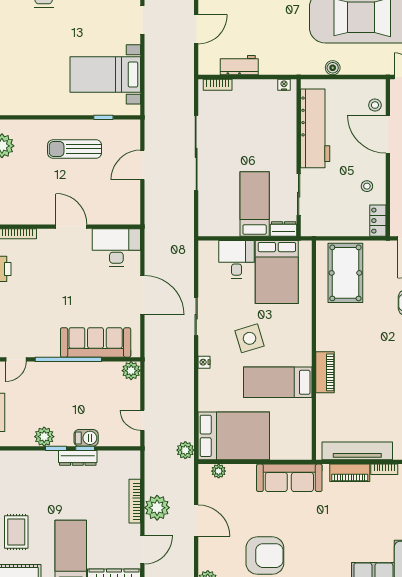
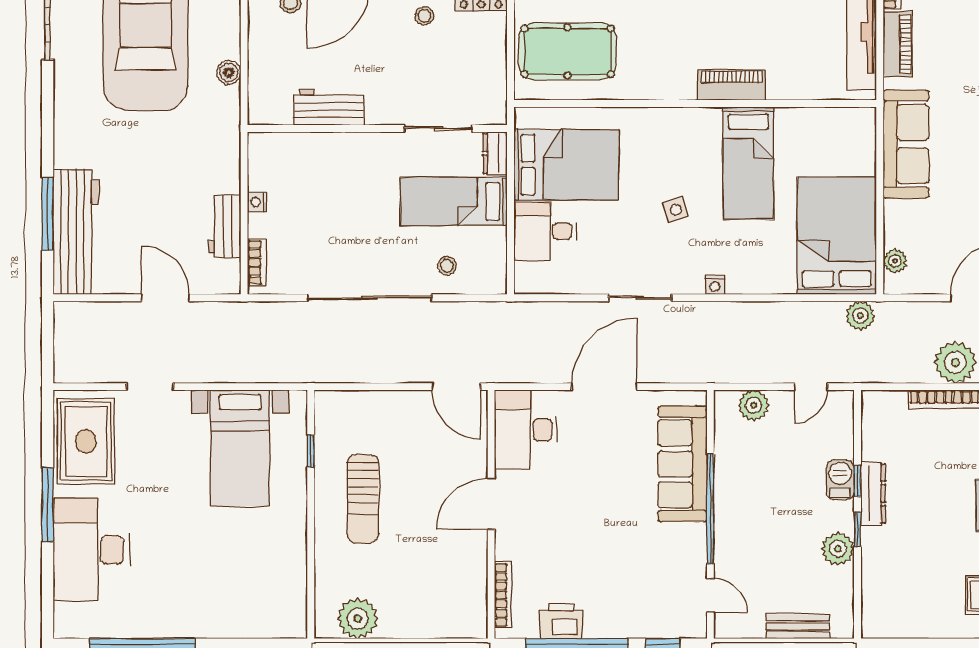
nightstand: (284, 85) -> (257, 202), moved
workbench: (315, 128) -> (329, 107), width x0.53, depth x0.76
door: (142, 165) -> (456, 387), moved
stool: (216, 200) -> (447, 266), added
side table: (250, 338) -> (676, 210), width x0.54, depth x0.54
plant: (131, 371) -> (754, 405), moved

